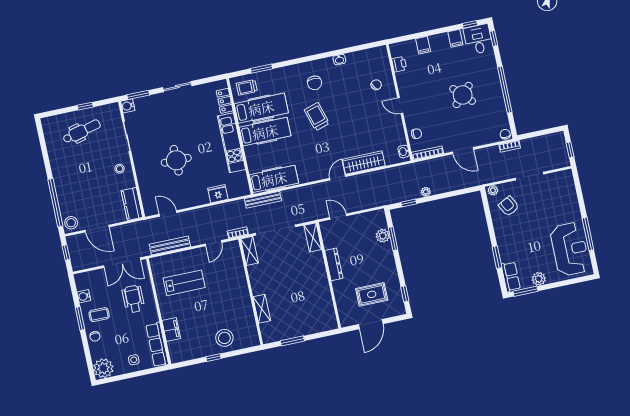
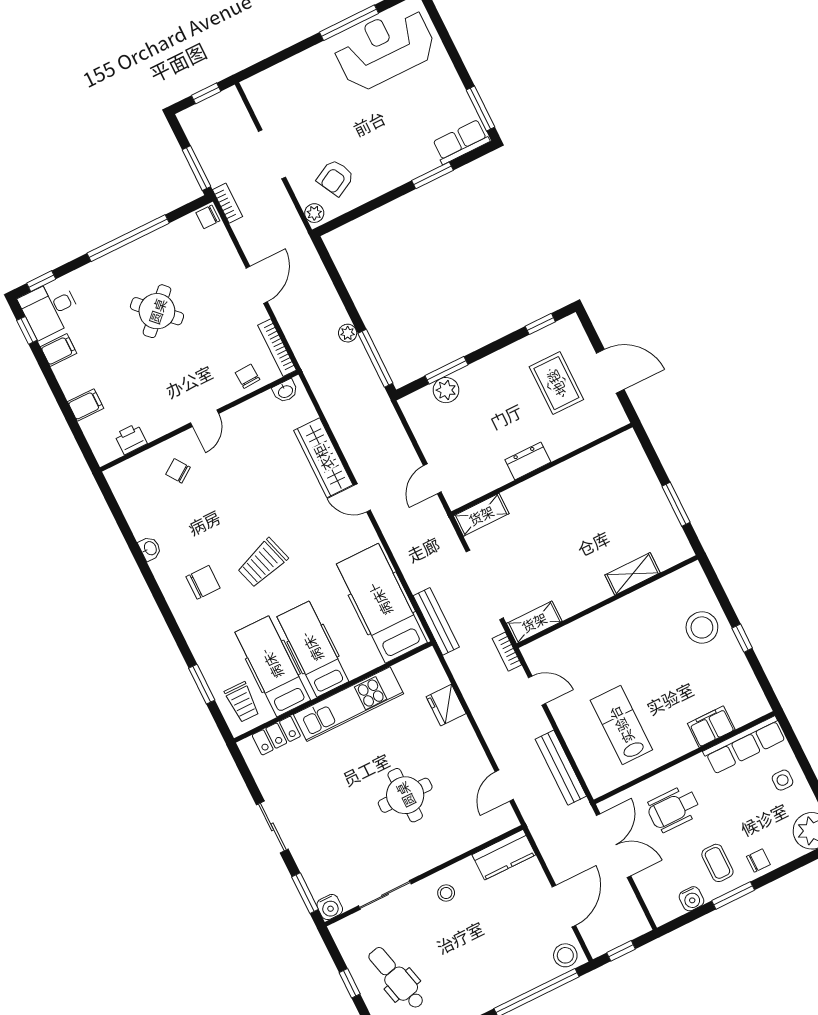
window: (532, 135) -> (196, 168), added
hospital bed: (274, 179) -> (382, 603), width x1.37, depth x1.29
window: (409, 203) -> (375, 358), width x2.17
dresser: (334, 264) -> (528, 461), width x0.70
plant: (539, 279) -> (452, 90), removed

